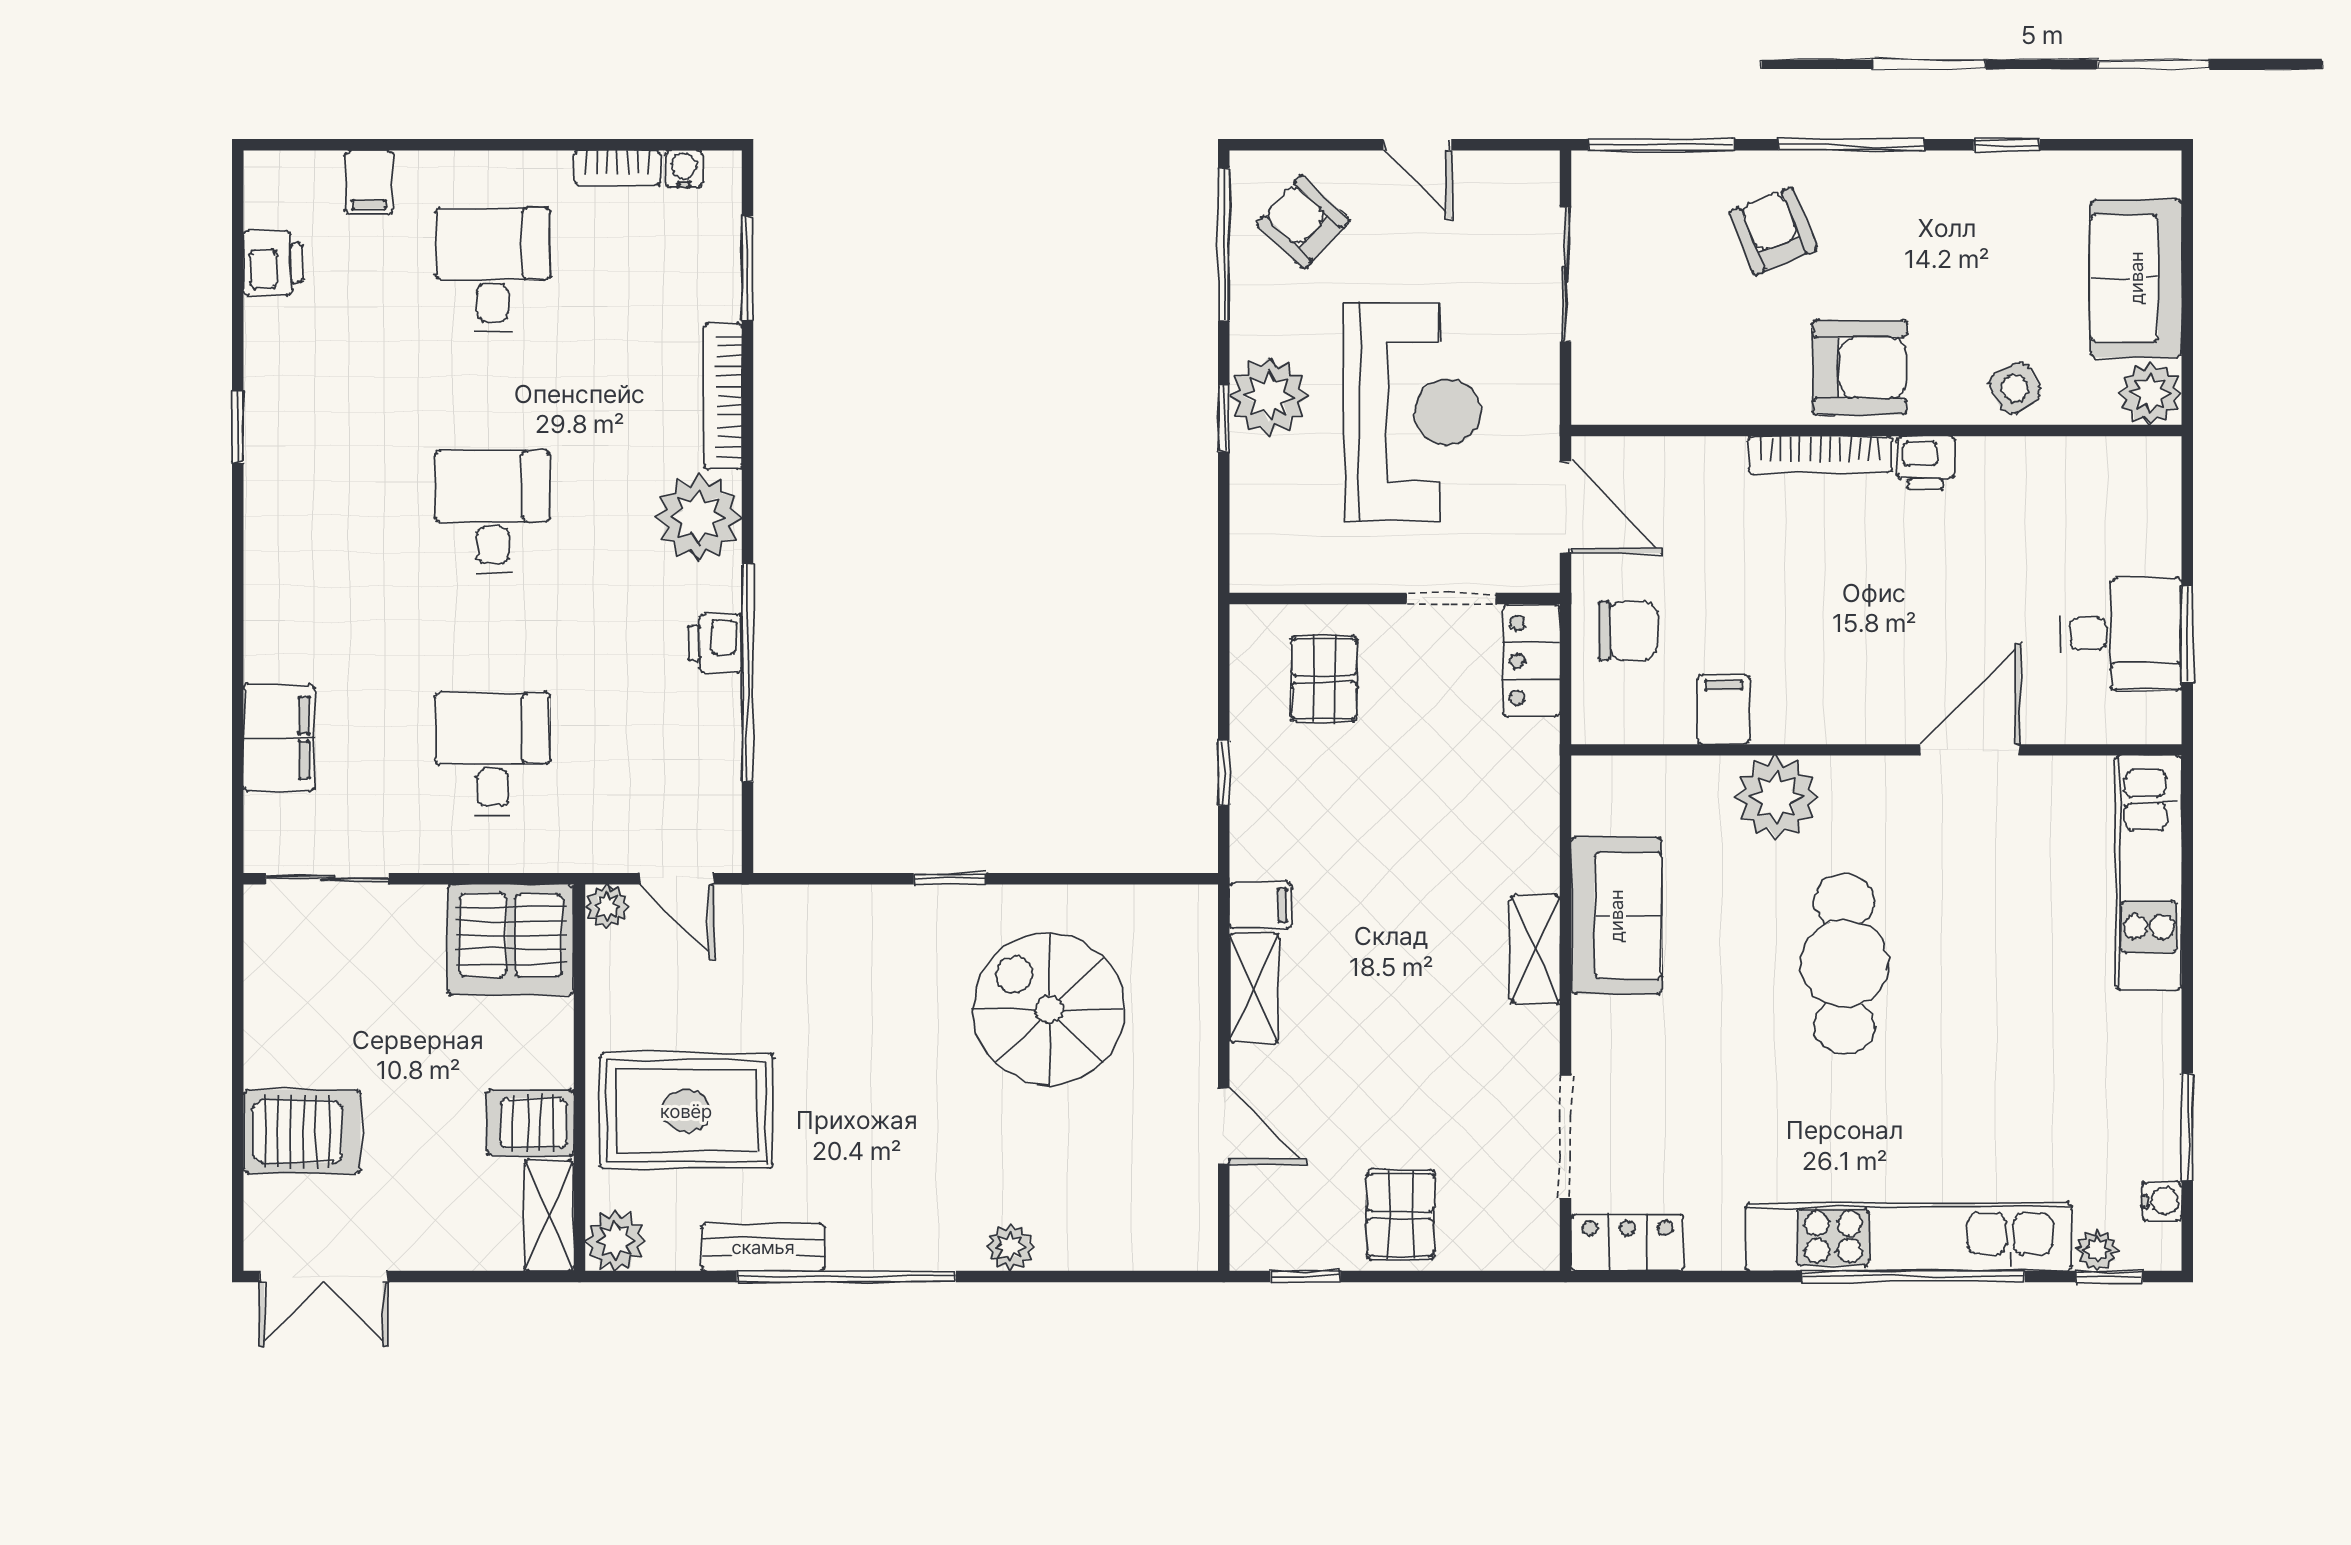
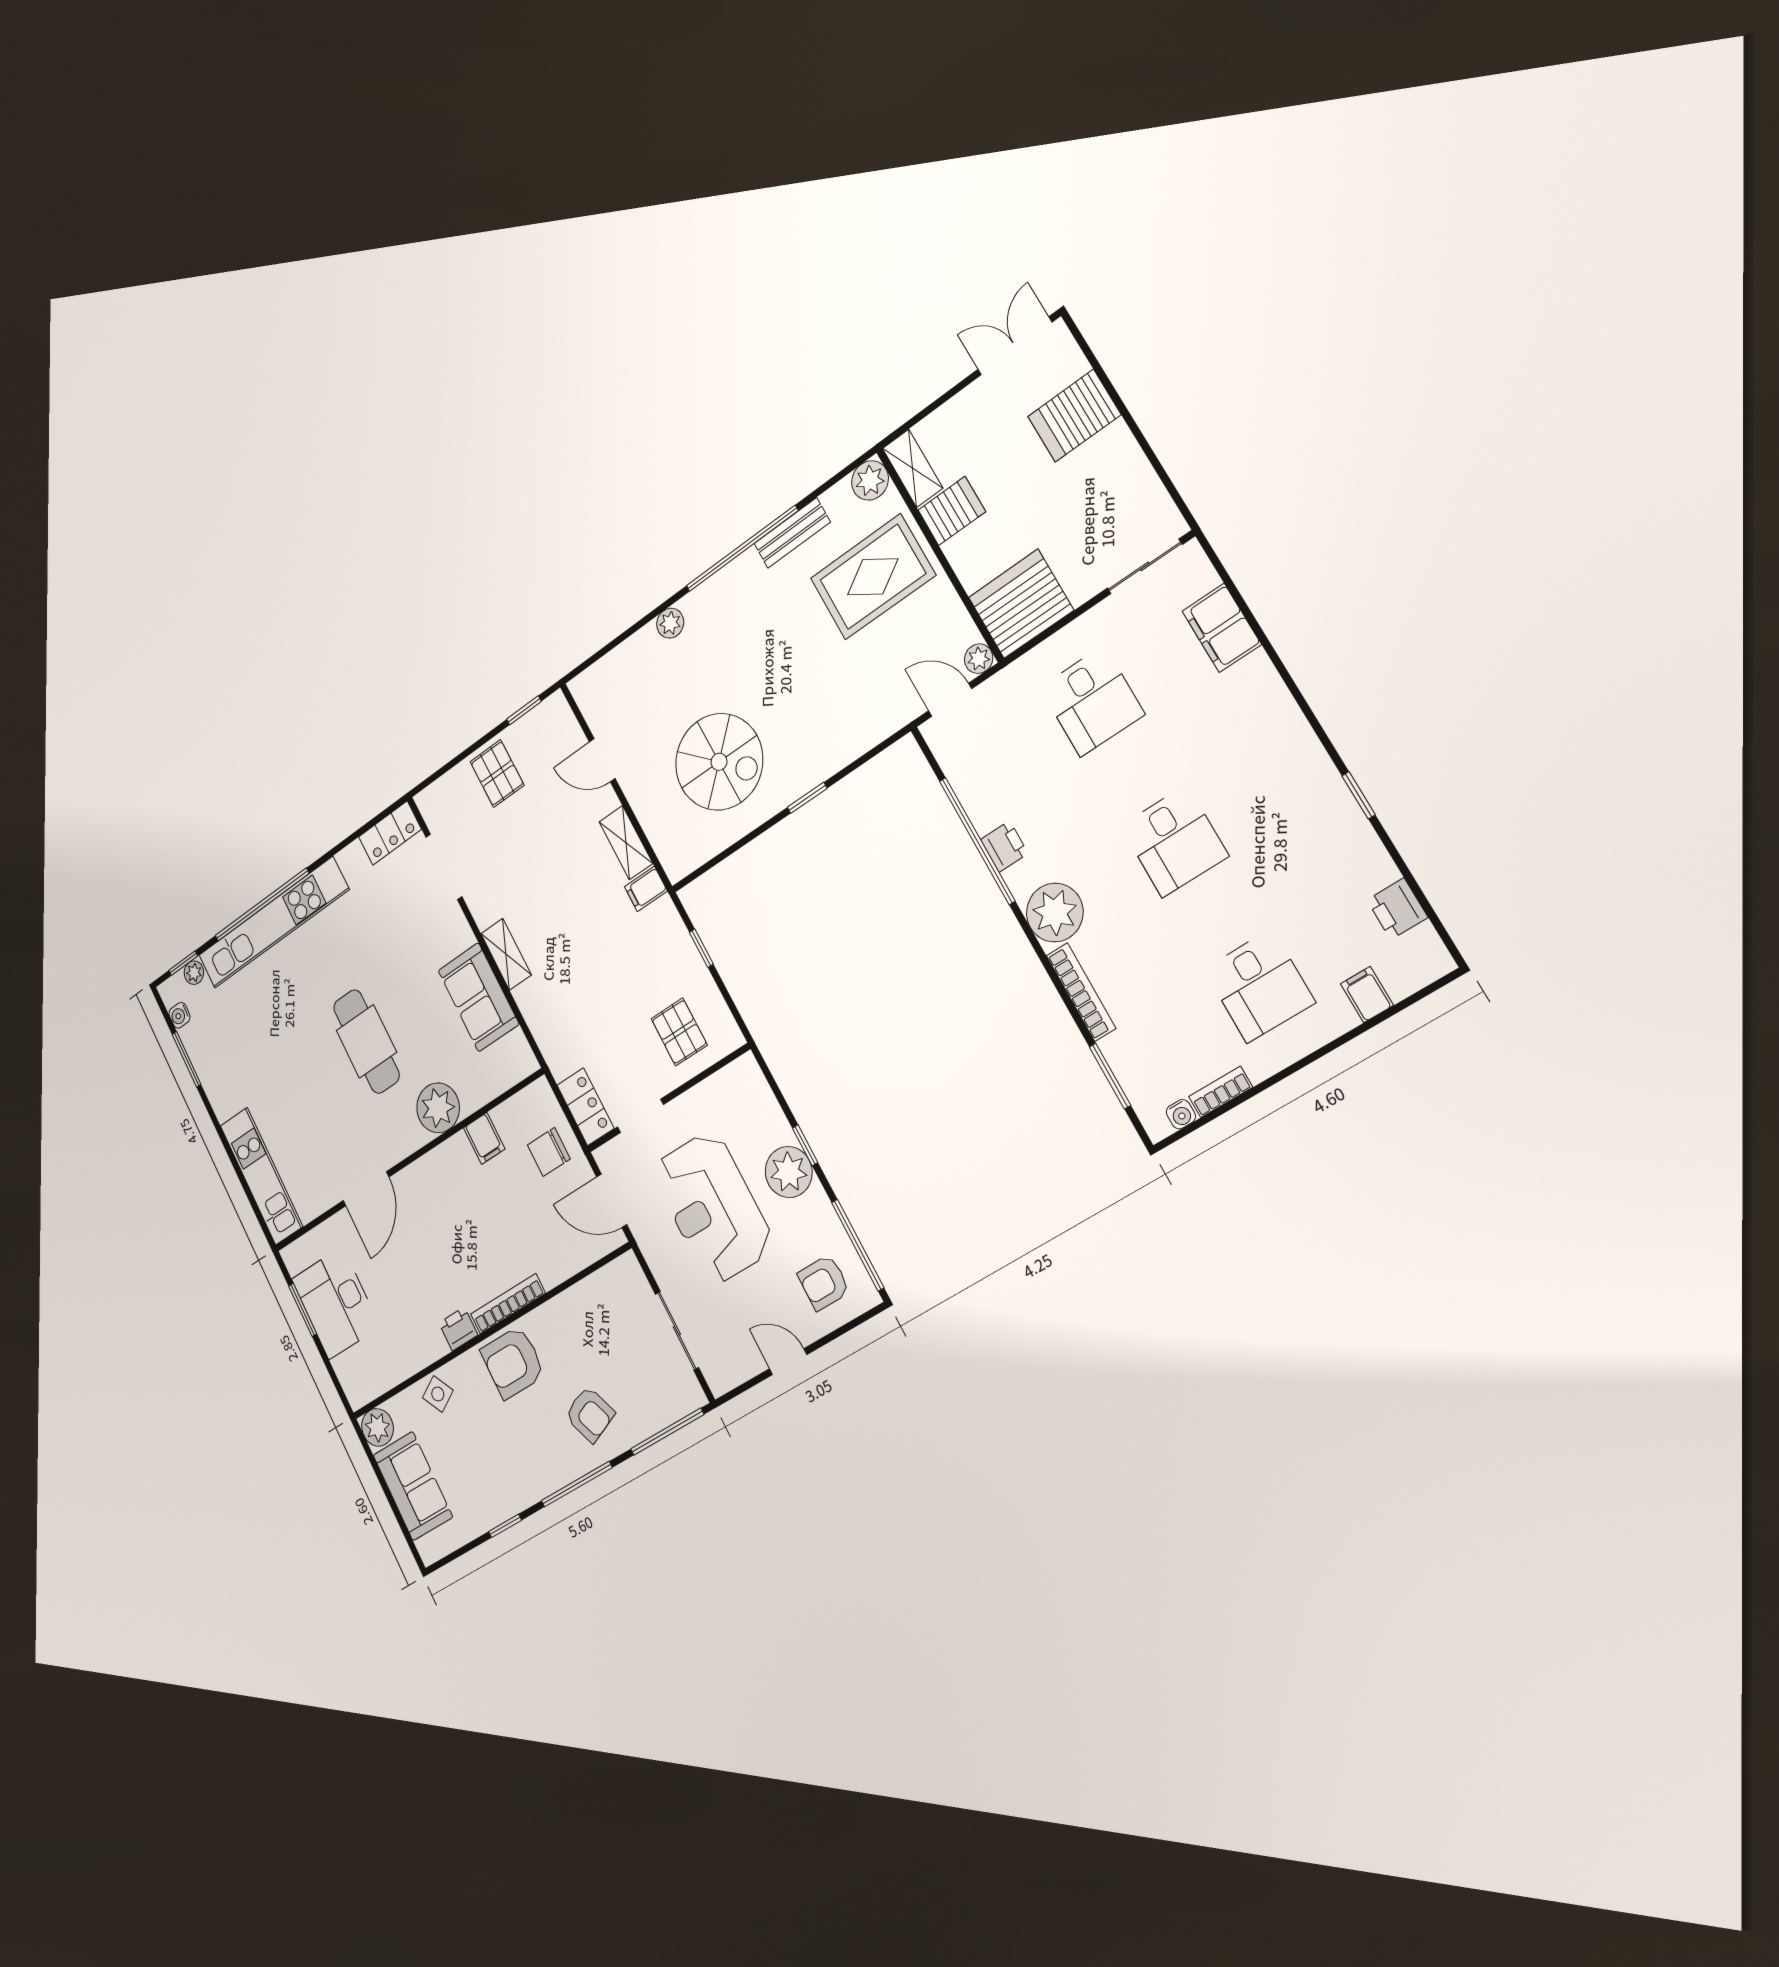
armchair: (1303, 222) -> (824, 1283), turned 137
desk: (2121, 634) -> (336, 1303), width x1.37

